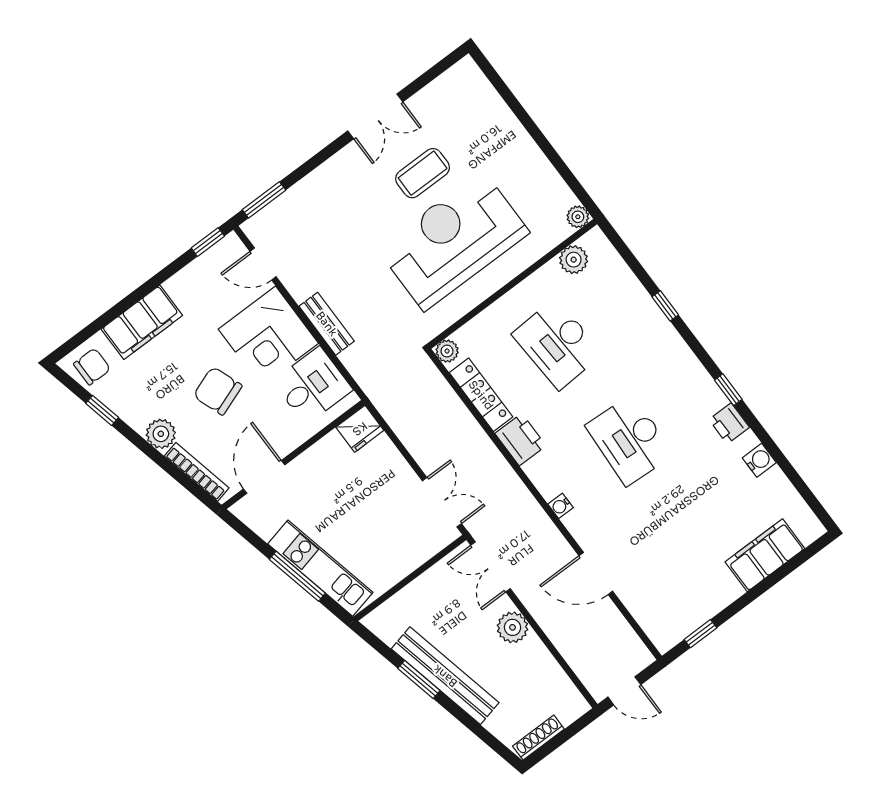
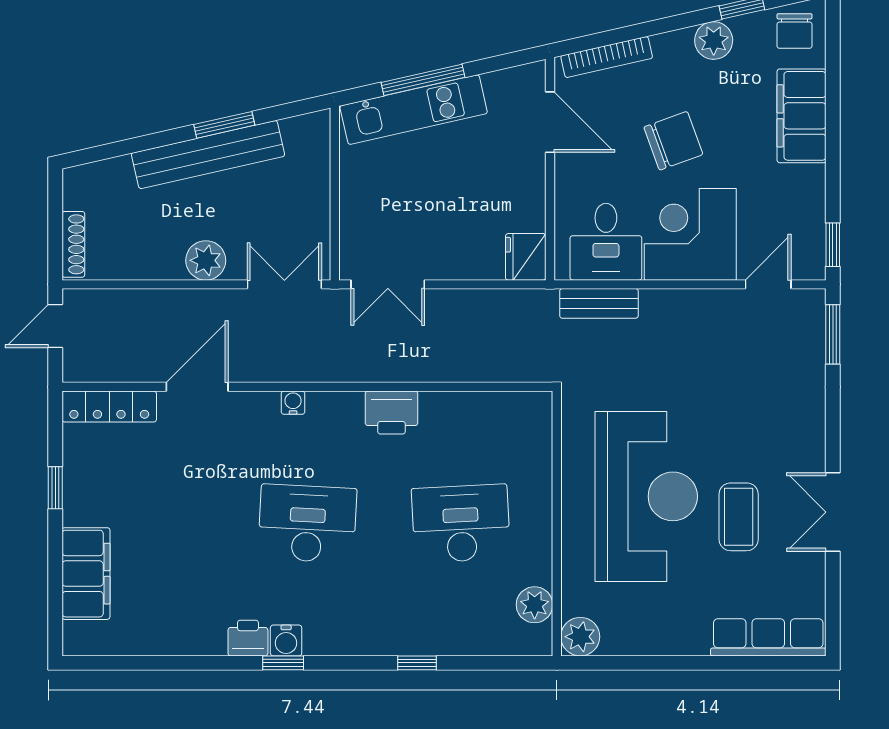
row of seats: (484, 98) -> (768, 637), added
plant: (578, 217) -> (580, 637), width x1.38, depth x1.38
bench: (327, 324) -> (599, 303), moved
plant: (447, 351) -> (538, 405), removed
locker: (481, 395) -> (109, 407), moved
plant: (161, 434) -> (714, 41), moved
water cooler: (759, 460) -> (286, 641), moved
window: (700, 634) -> (55, 488), moved
shoe rack: (538, 738) -> (73, 244), moved

